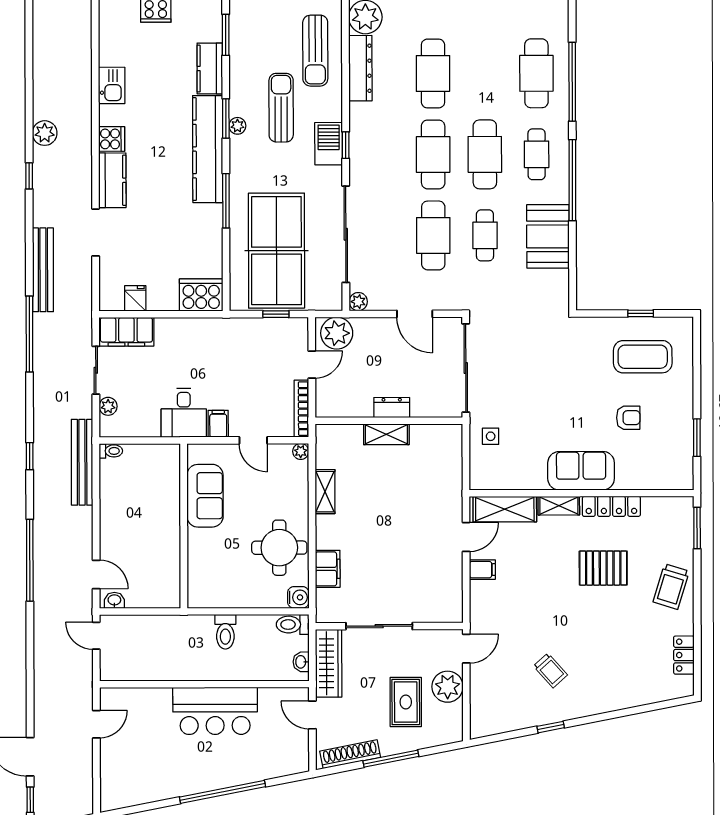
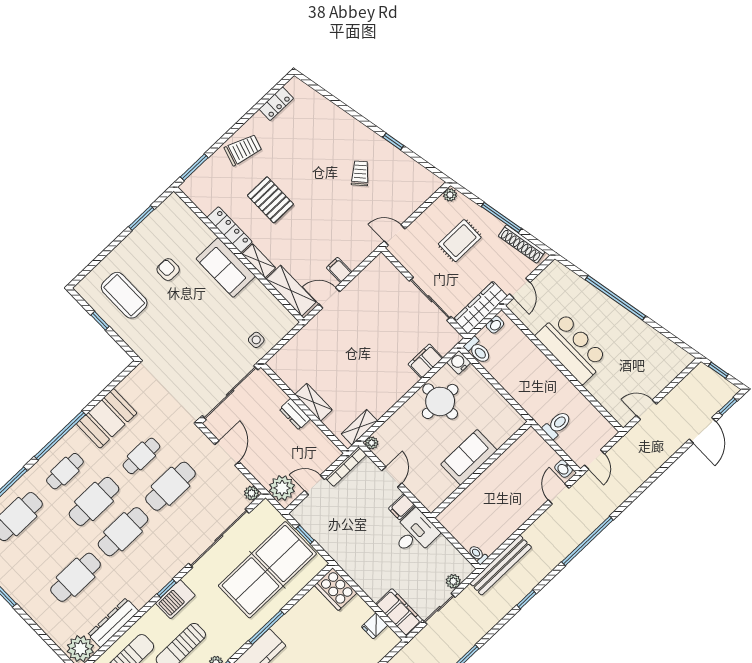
shelving: (325, 492) -> (359, 427), moved
sofa: (205, 496) -> (469, 457), moved
toilet: (225, 632) -> (557, 425), moved
plant: (448, 687) -> (450, 195), moved, width x0.53, depth x0.53

